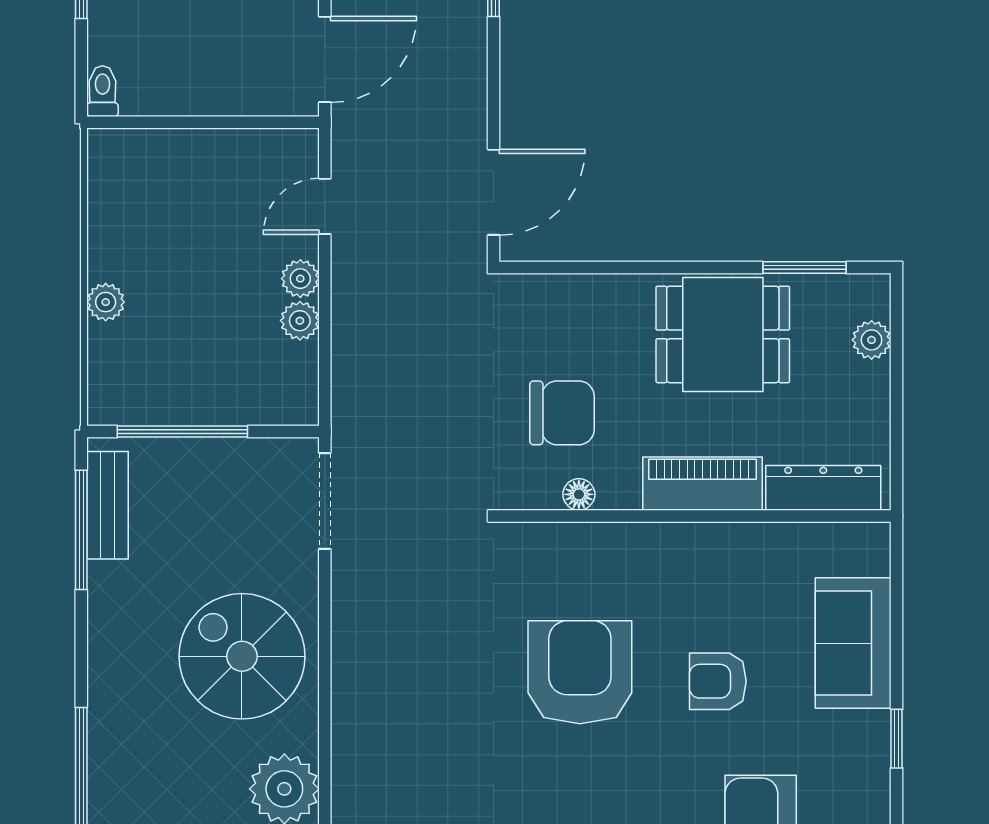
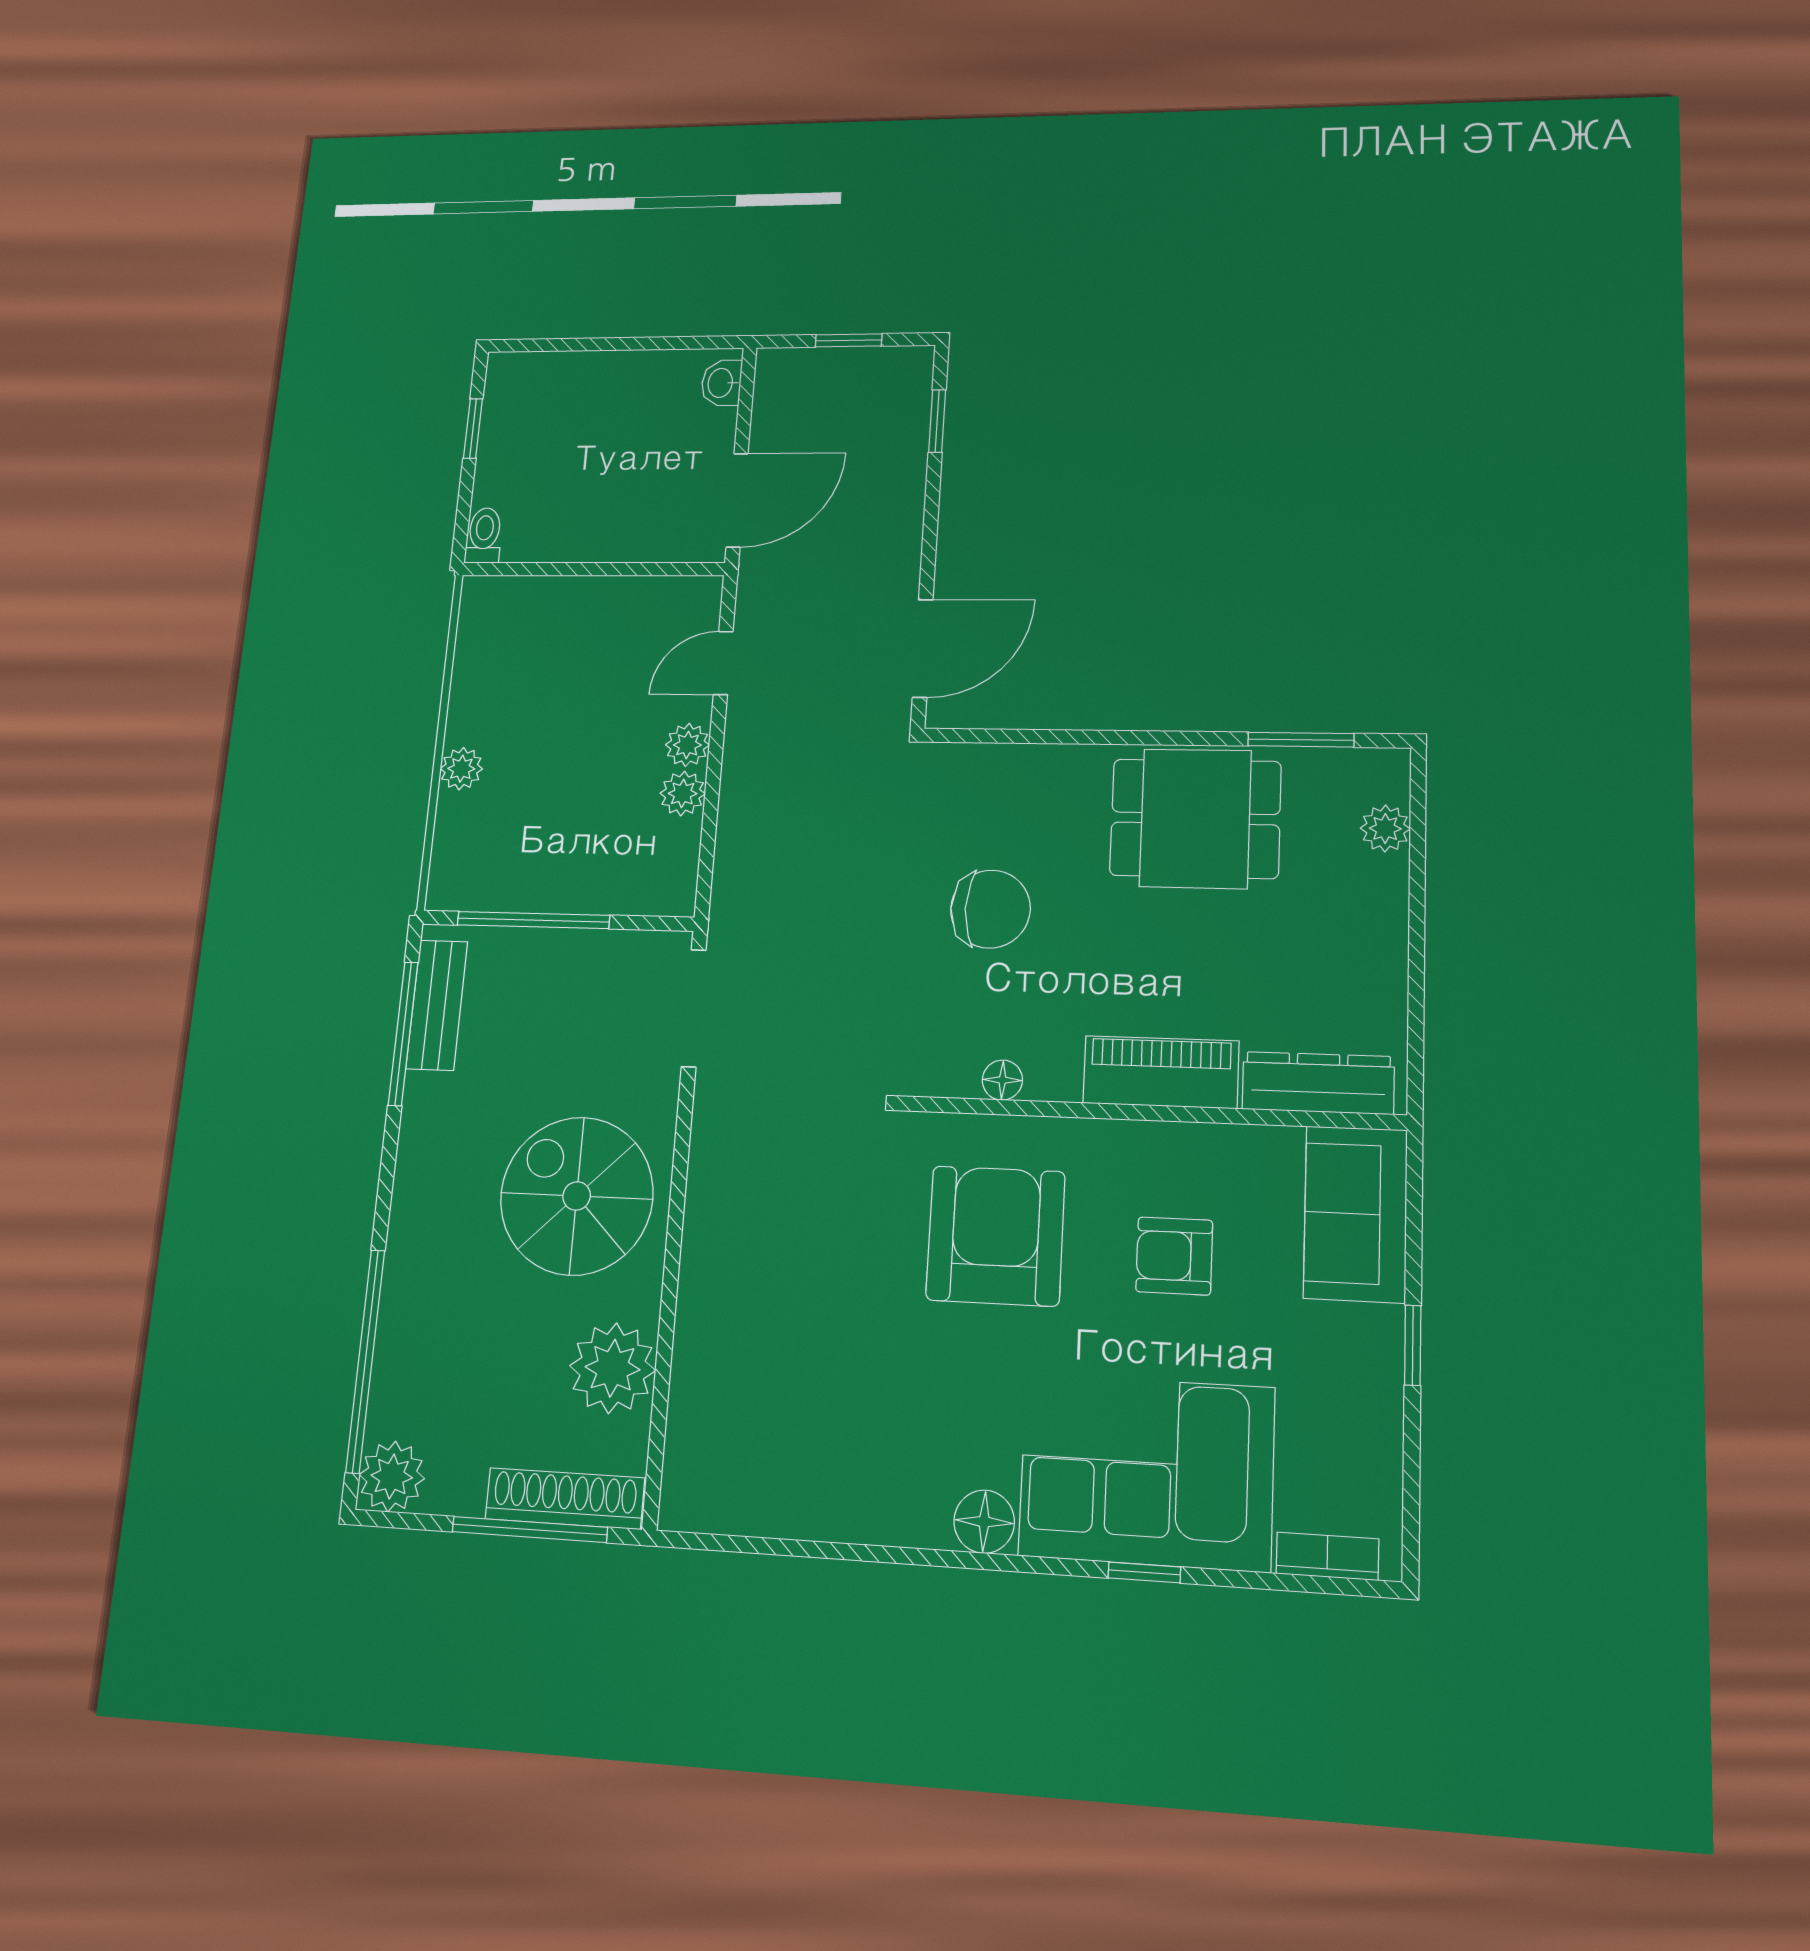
piano: (703, 484) -> (1161, 1072), moved
dresser: (823, 488) -> (1318, 1083), moved
floor lamp: (579, 494) -> (1002, 1080), moved
wall: (695, 516) -> (1150, 1113), moved

